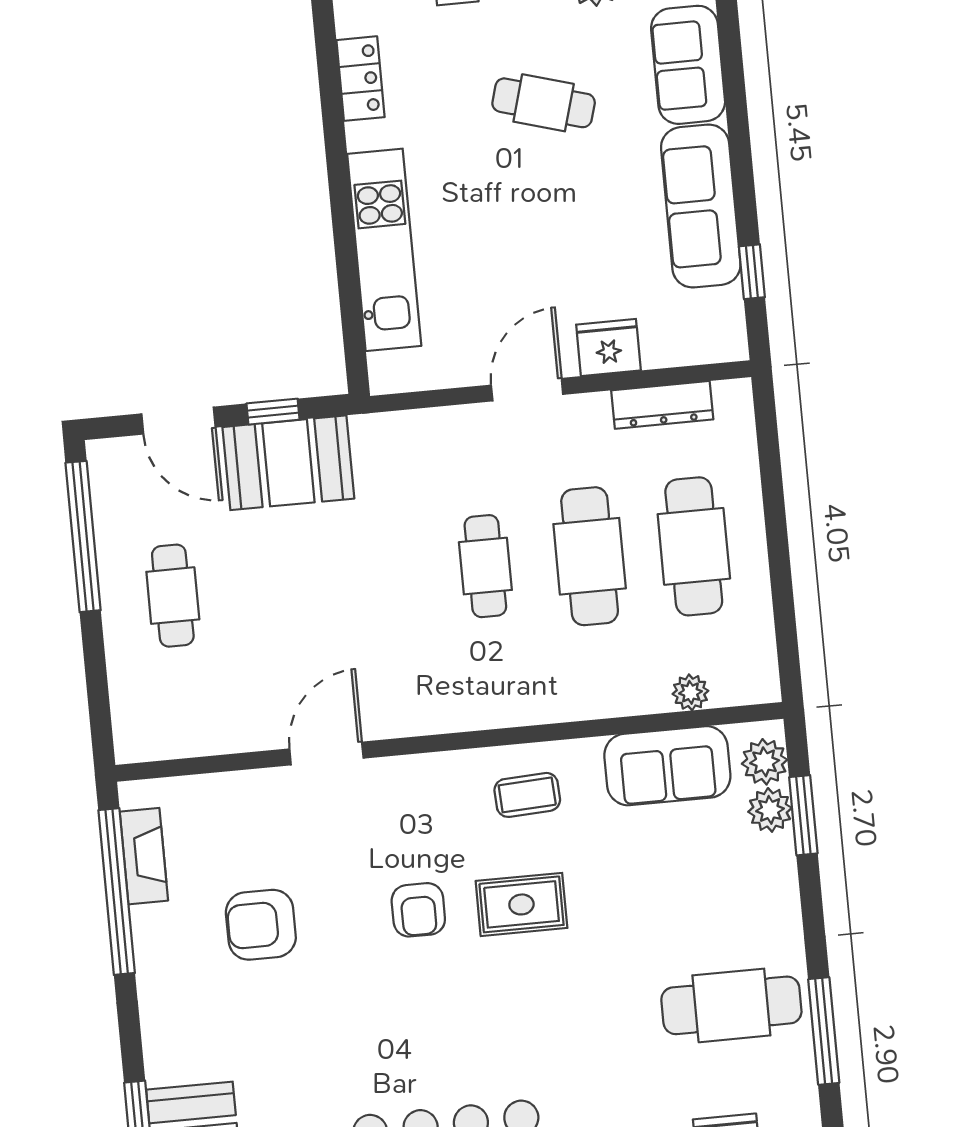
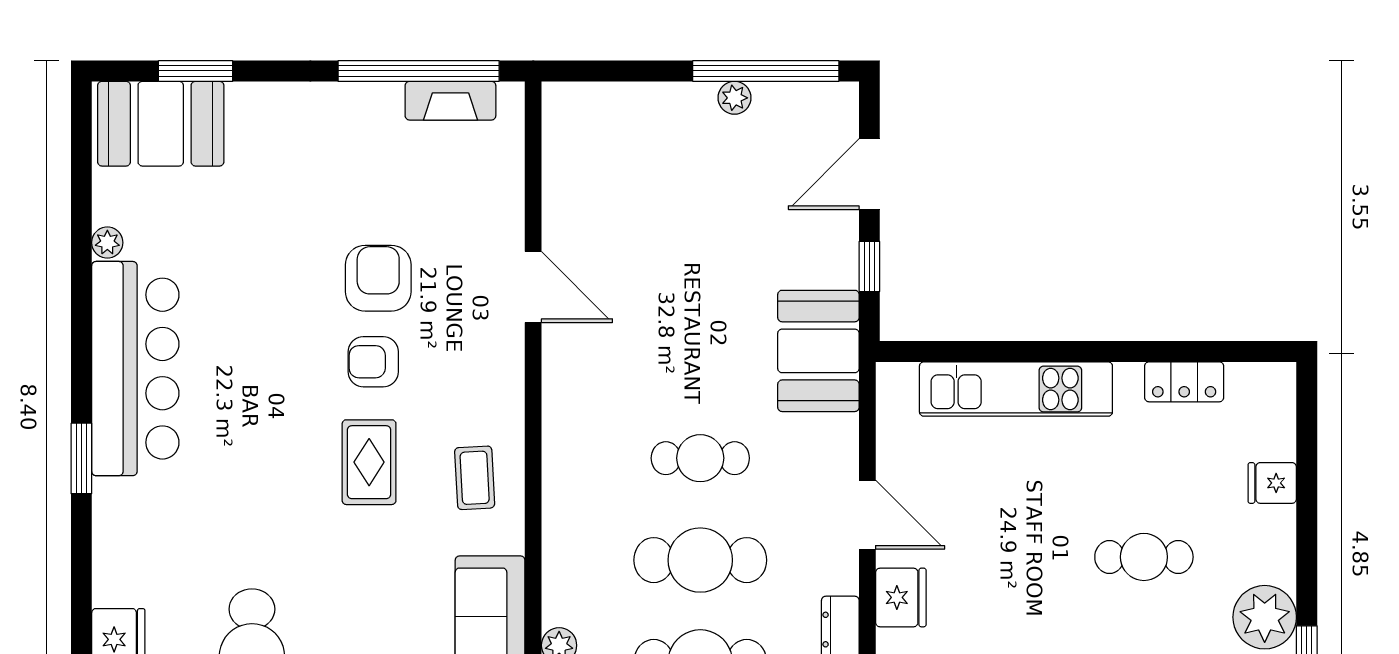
cafe table: (544, 103) -> (1144, 557), turned 74
booth: (288, 463) -> (818, 351), moved
plant: (113, 566) -> (735, 98), added
cafe table: (173, 596) -> (700, 153), removed
armchair: (261, 925) -> (378, 278), moved

